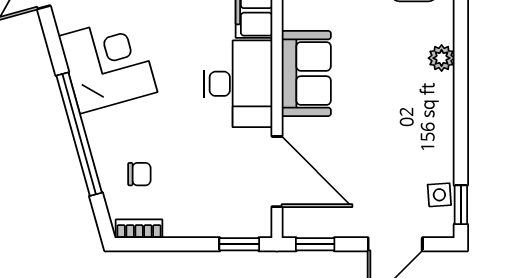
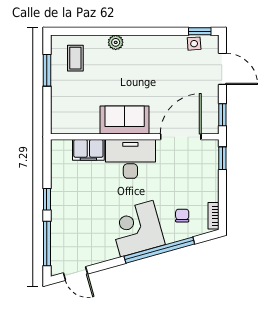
corner desk: (108, 64) -> (137, 229), moved

